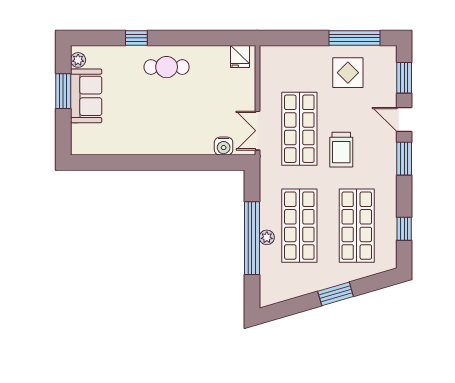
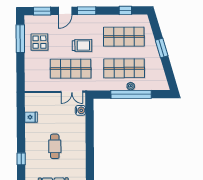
fridge: (240, 56) -> (31, 117), moved
cafe table: (167, 67) -> (55, 146), moved

